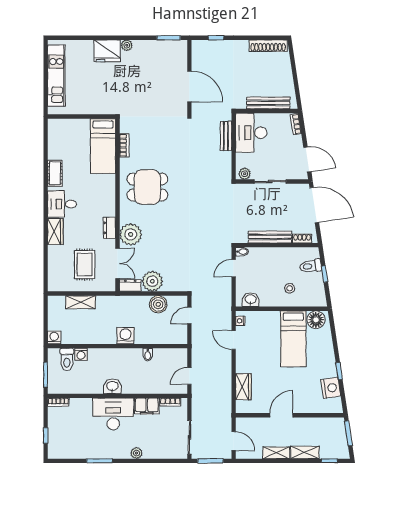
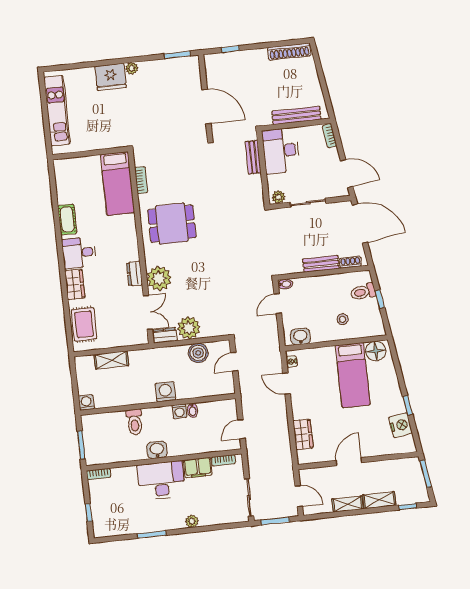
bench: (270, 237) -> (321, 264), width x0.73
rug: (85, 265) -> (84, 324), moved
washing machine: (81, 354) -> (179, 411), moved
toilet: (67, 359) -> (135, 422), moved

